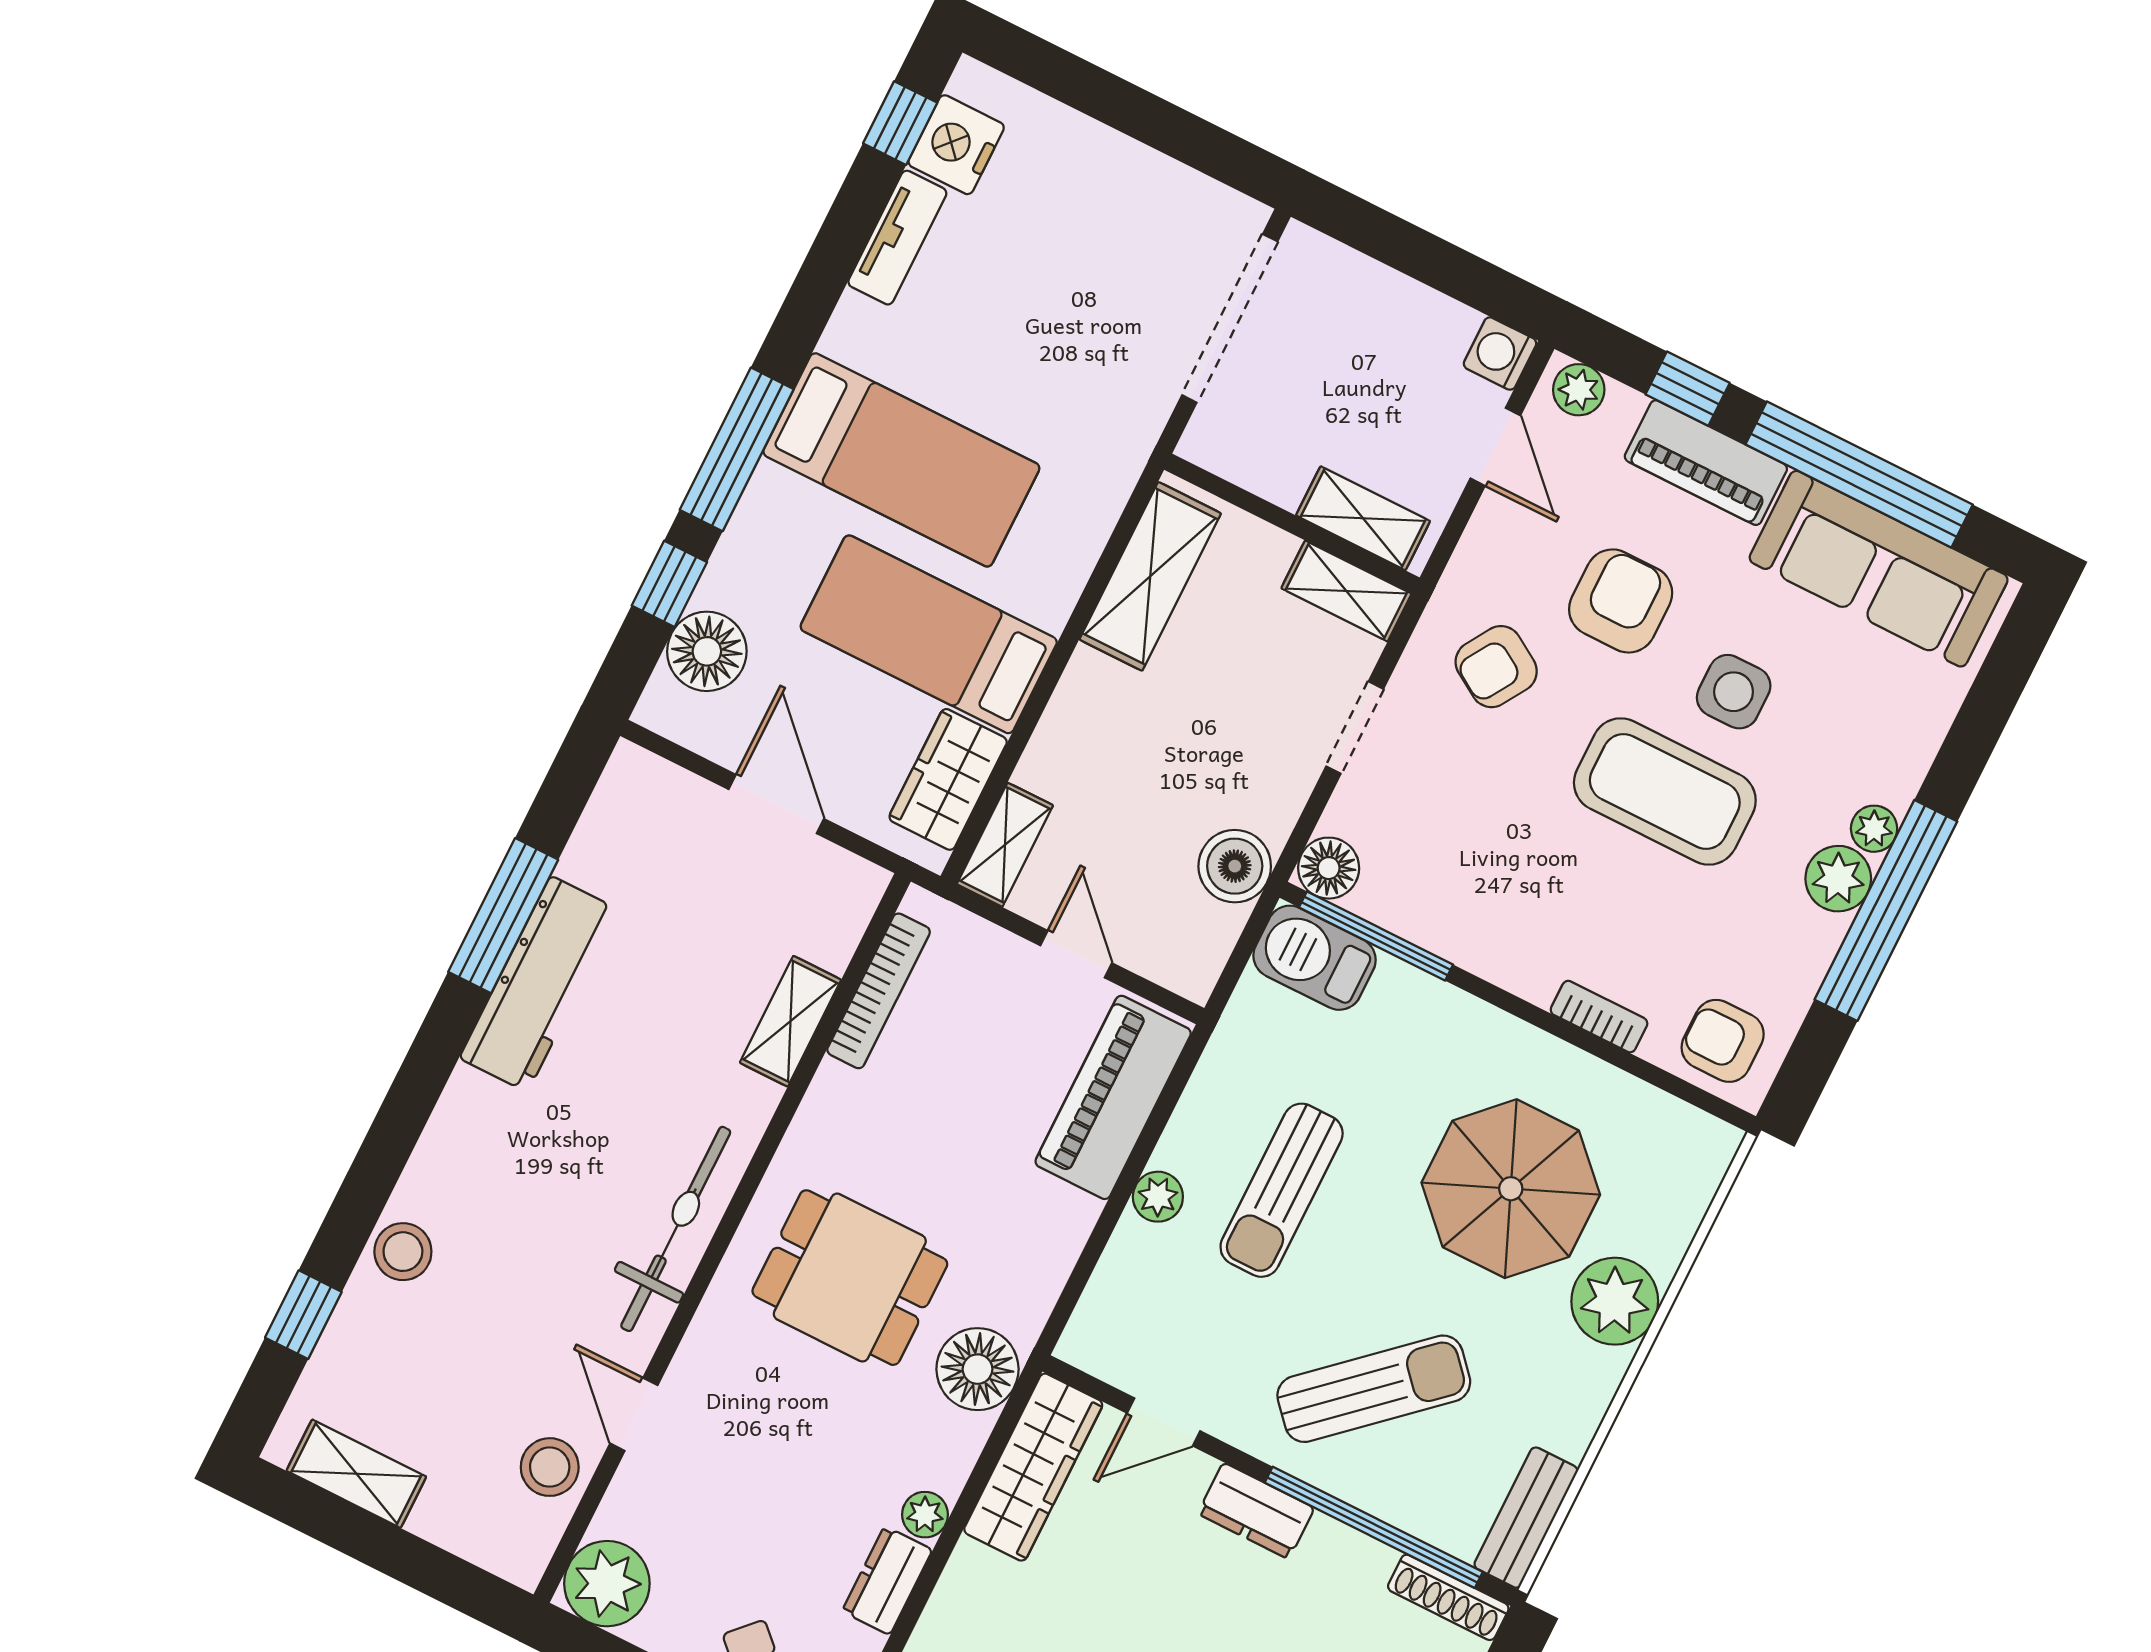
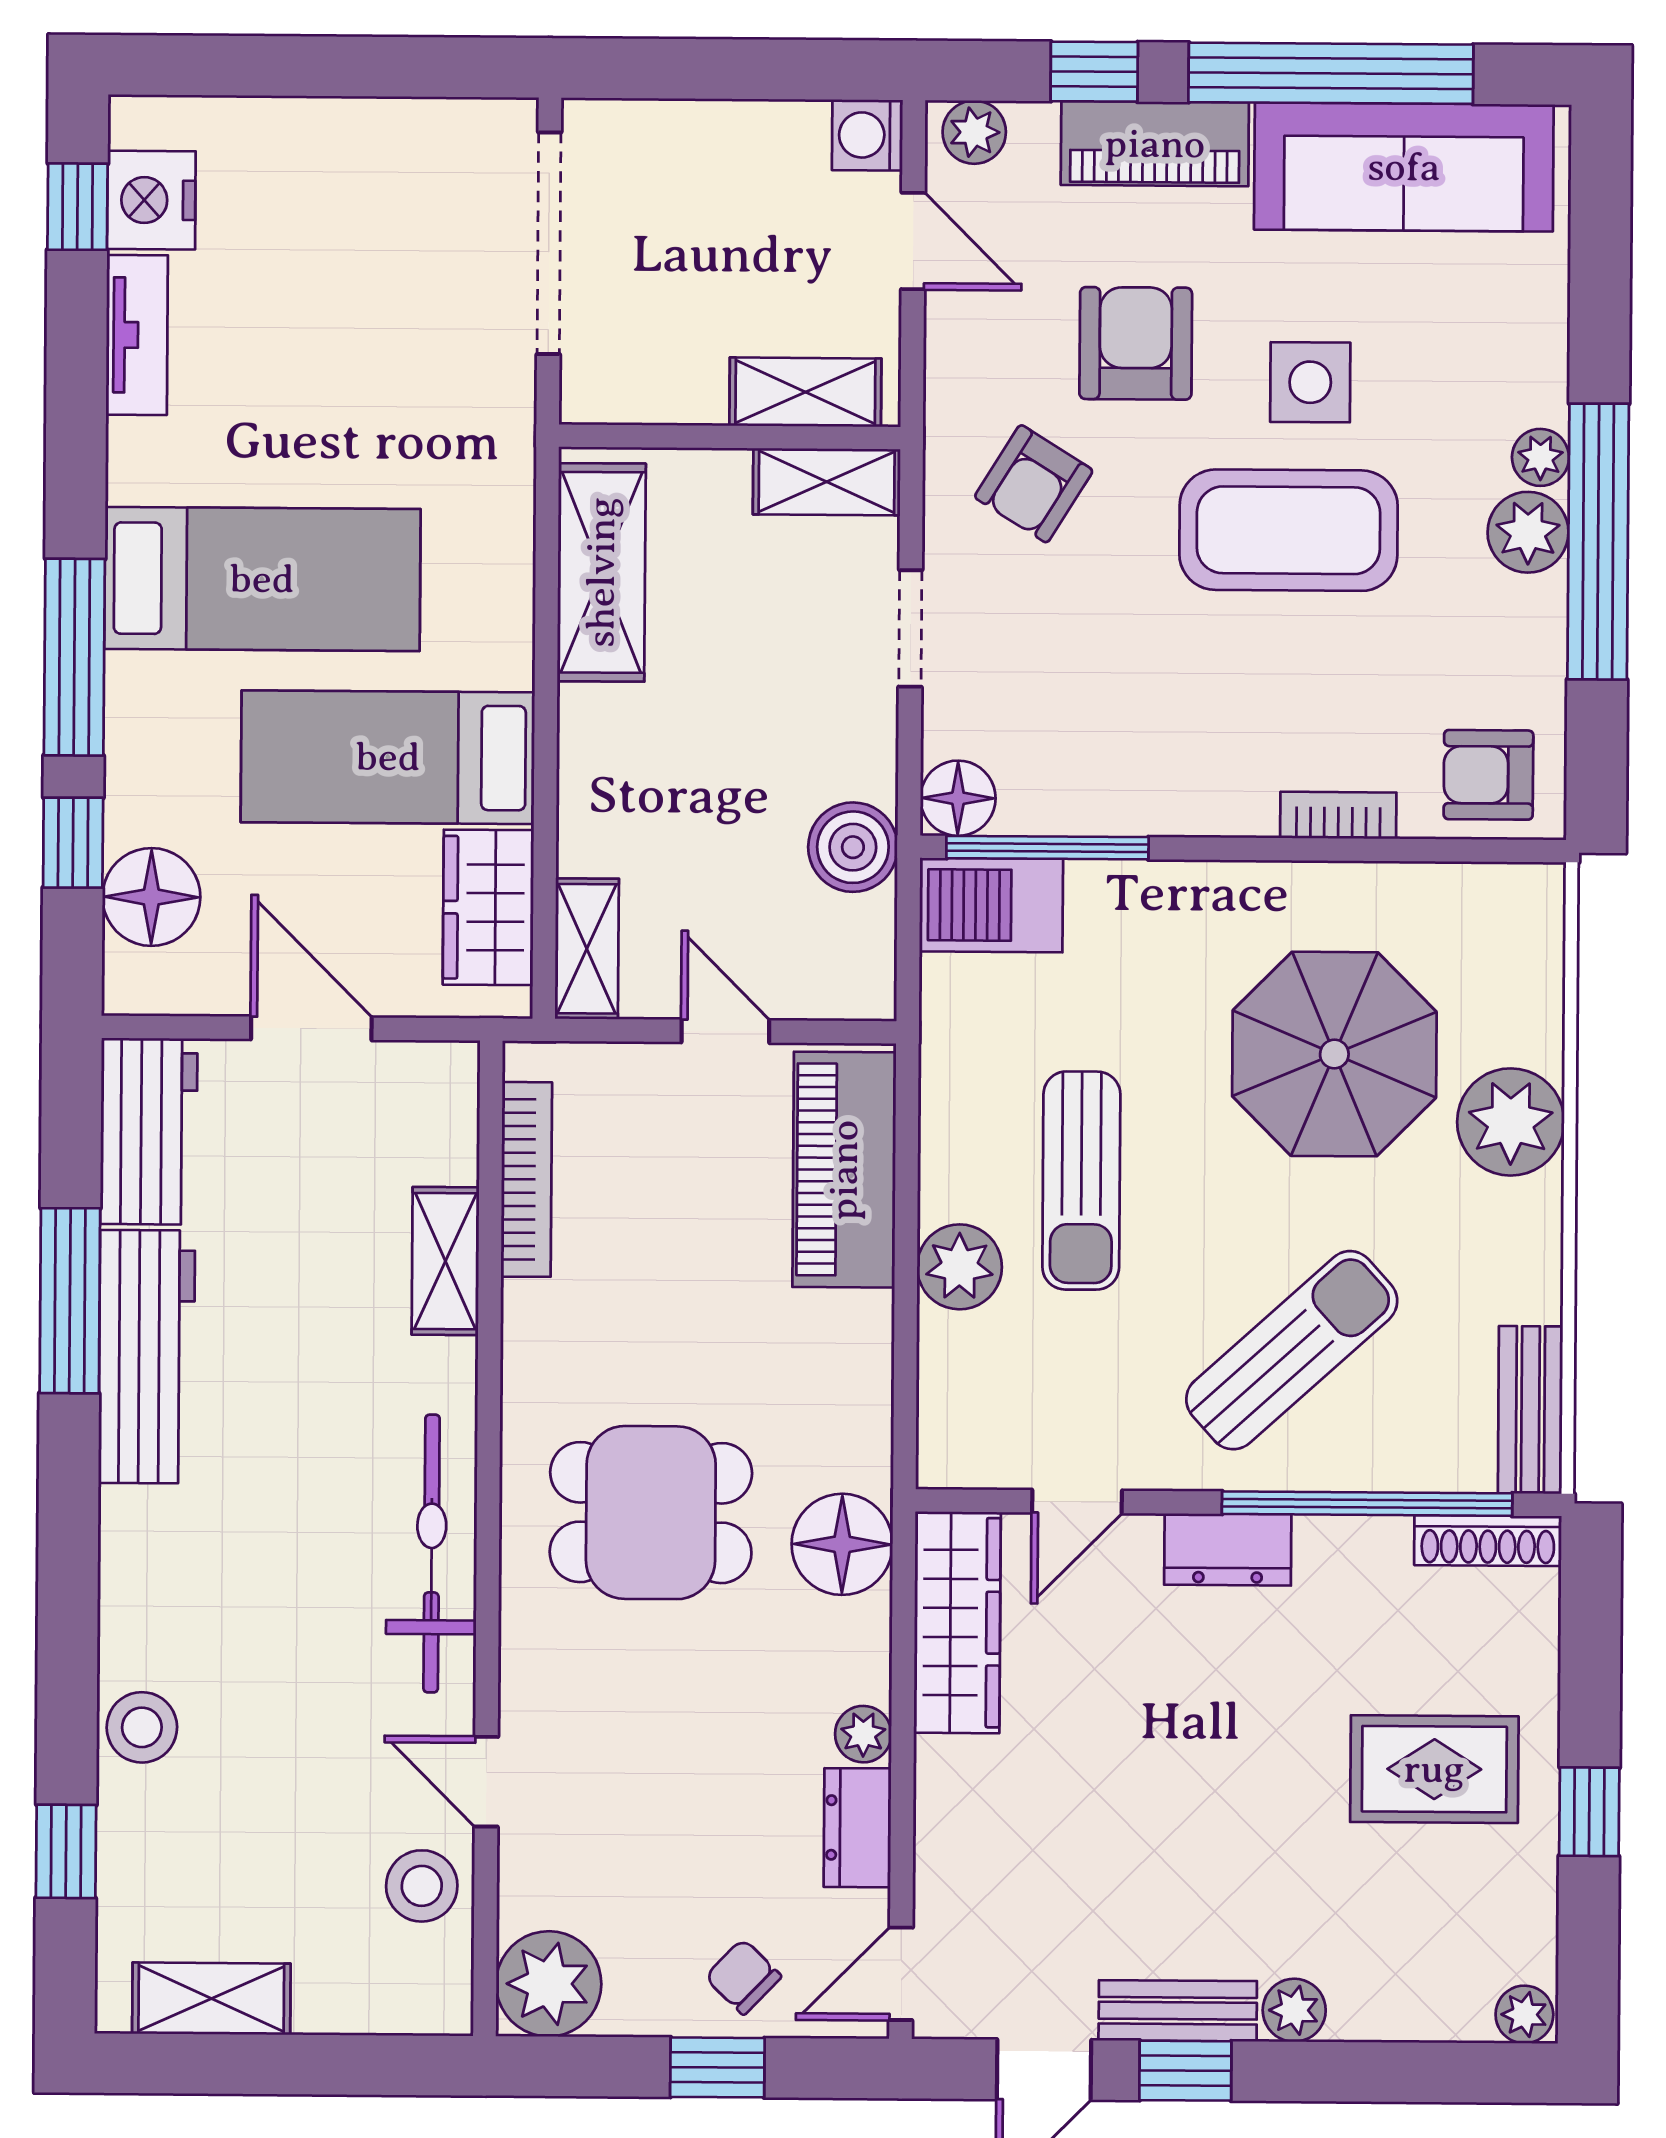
workbench: (621, 821) -> (149, 1131), added
plant: (1158, 1197) -> (959, 1267), width x1.38, depth x1.38

